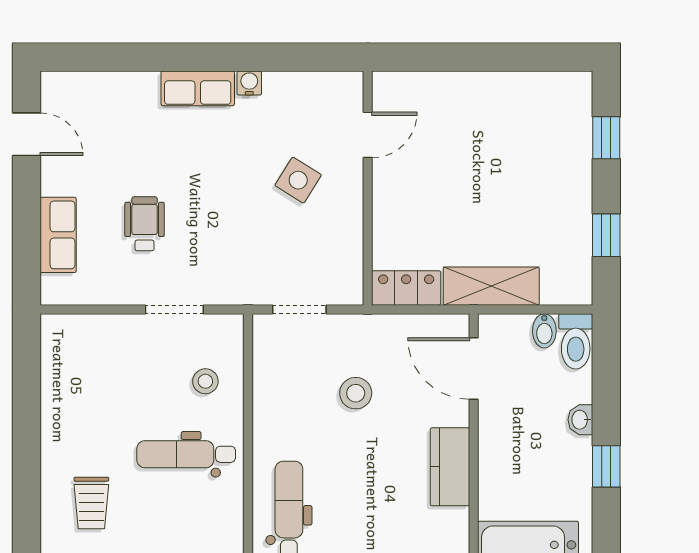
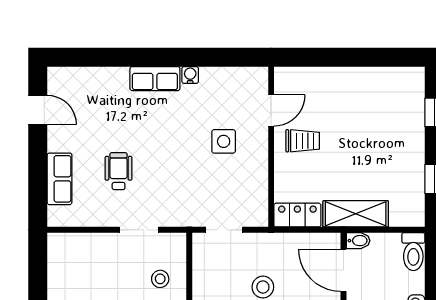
trolley: (414, 179) -> (303, 141), added
side table: (298, 180) -> (224, 141), turned -32
bidet: (544, 331) -> (358, 241), moved, turned -90

